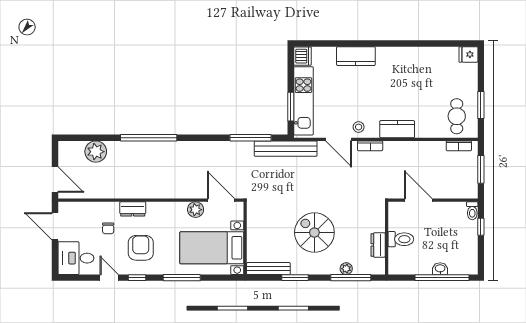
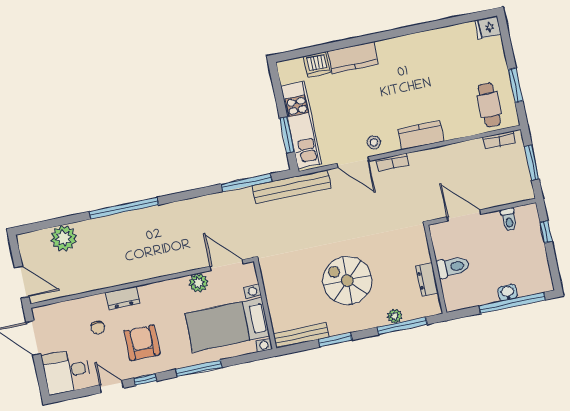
dishwasher: (302, 56) -> (317, 64), moved, turned 90
toilet: (472, 211) -> (509, 219), moved

